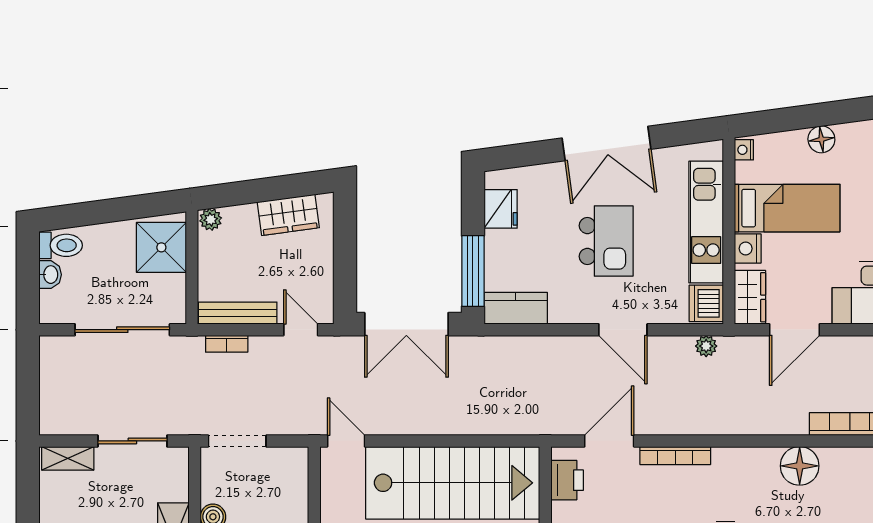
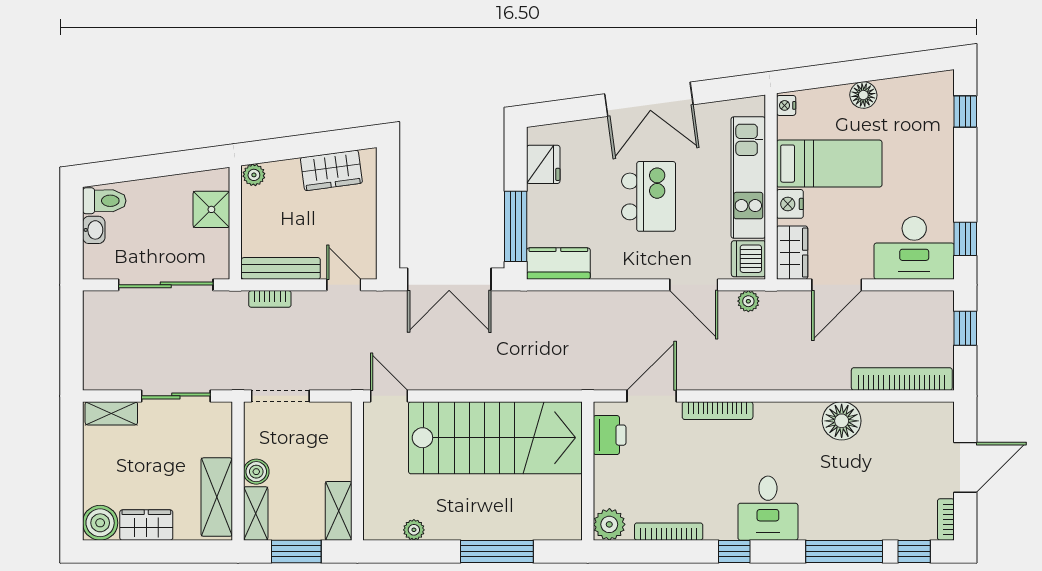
shower: (161, 247) -> (211, 209), width x0.73, depth x0.73
door: (623, 330) -> (694, 285), moved

